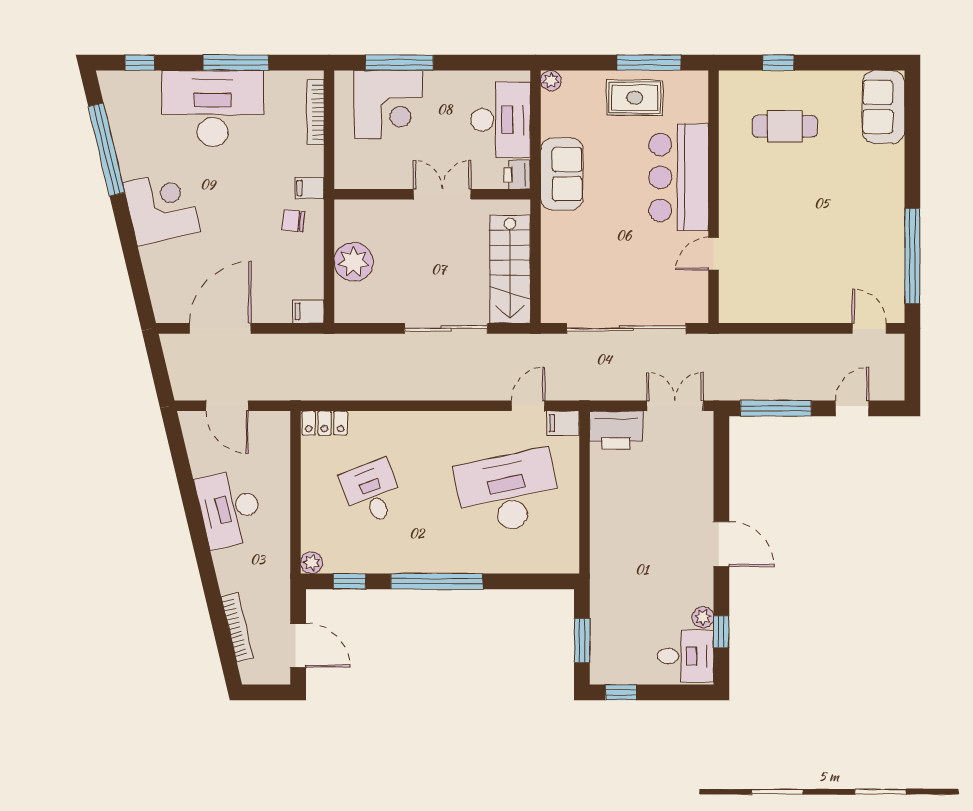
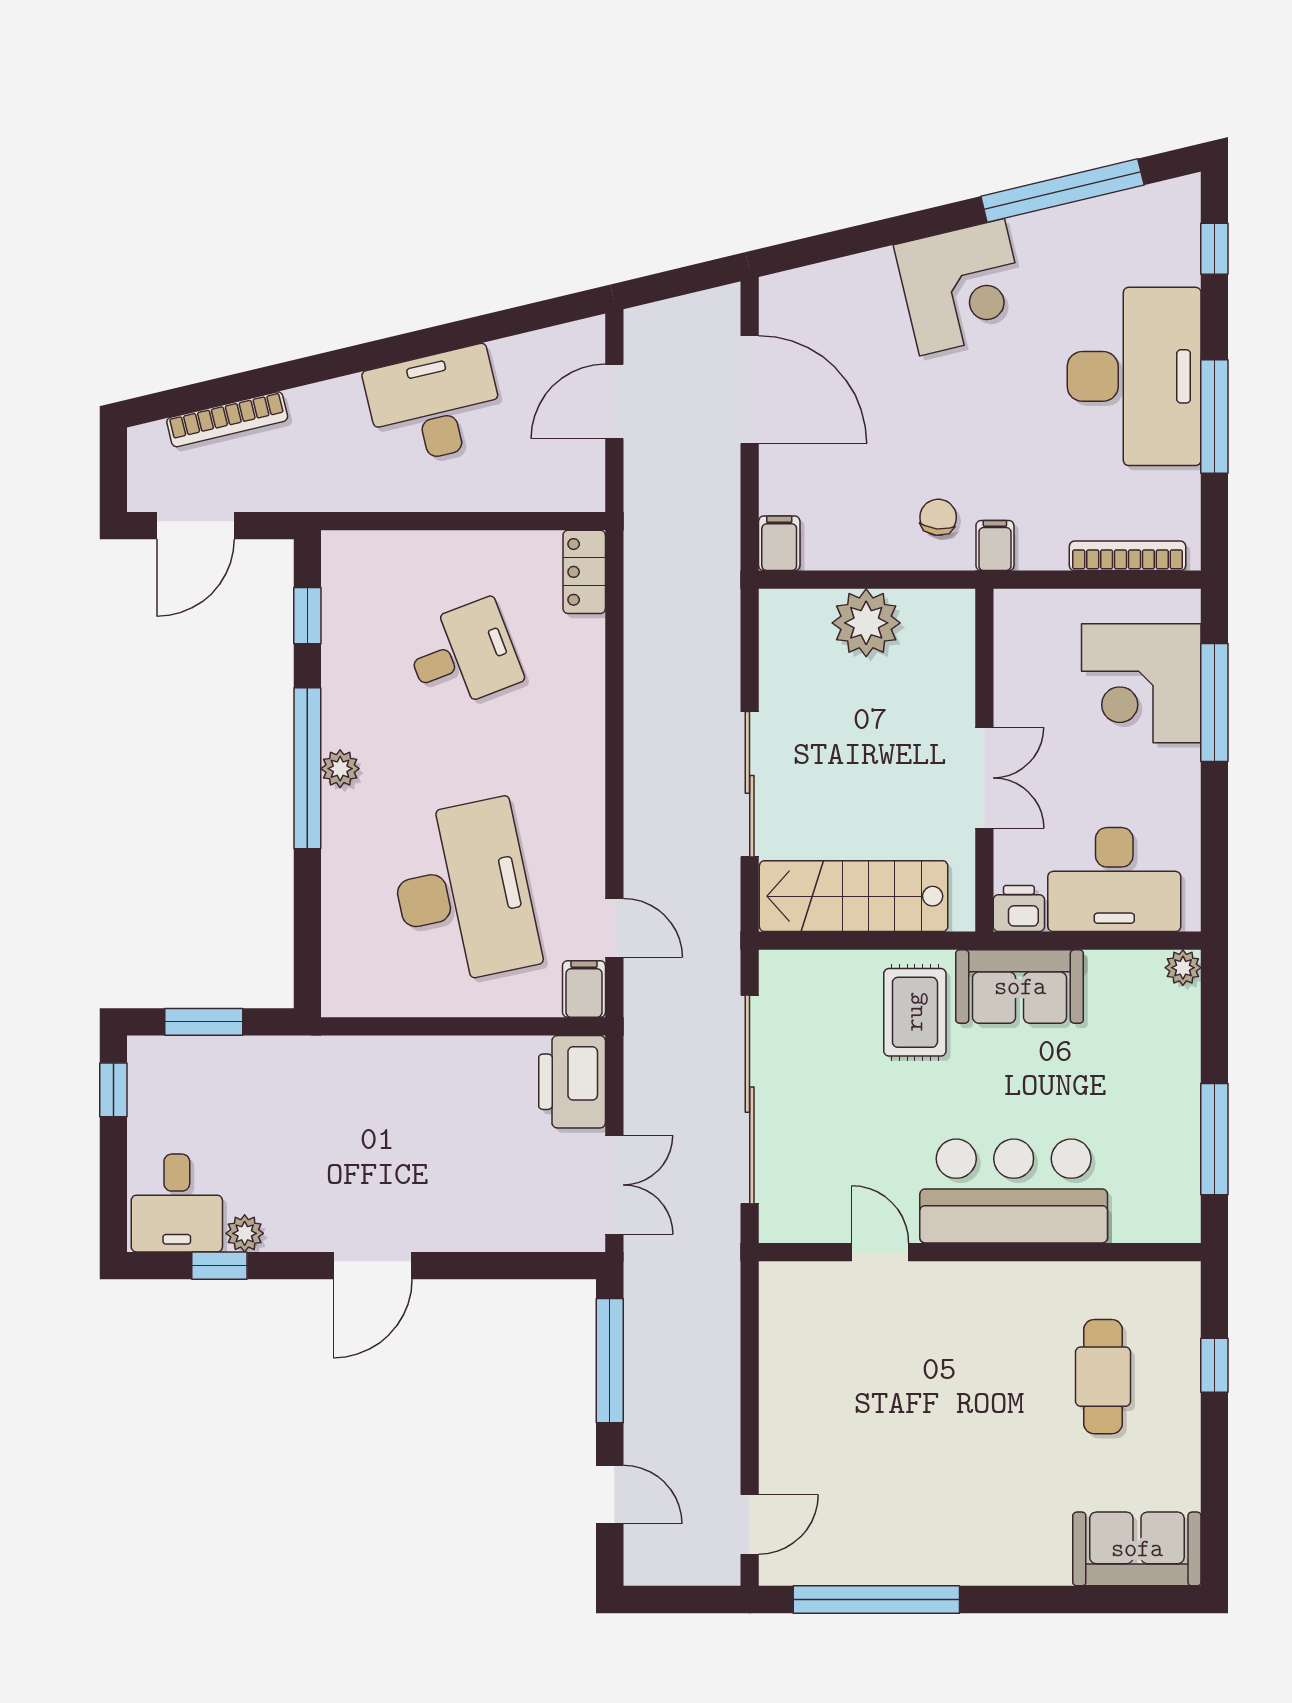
rug: (635, 98) -> (915, 1012), moved
plant: (312, 563) -> (340, 769), moved

